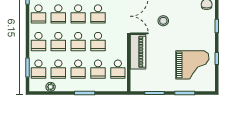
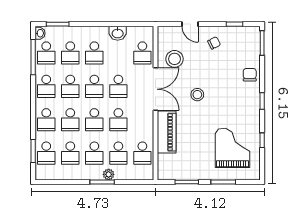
grand piano: (192, 65) -> (232, 148), turned -90
plant: (51, 87) -> (109, 174), moved

